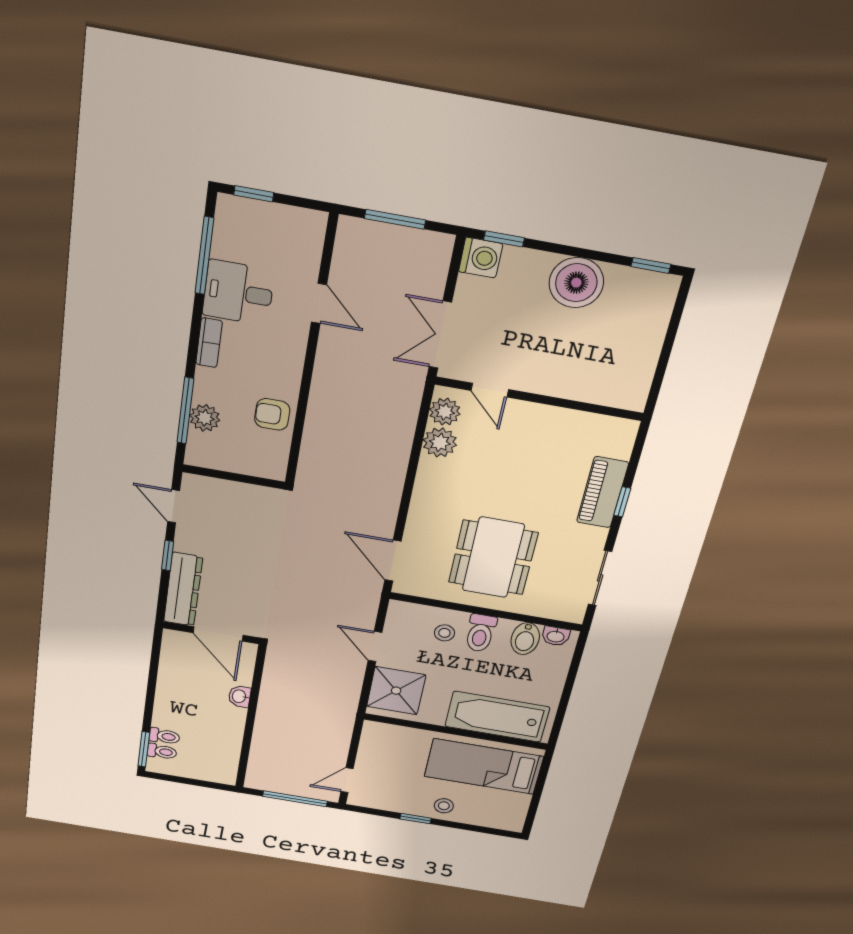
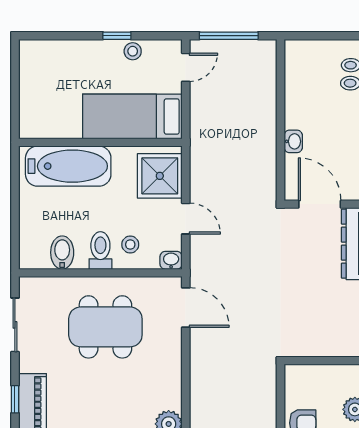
dining table: (493, 557) -> (105, 327), turned 90
washbasin: (556, 636) -> (171, 260), moved
bed: (484, 766) -> (132, 116), moved, turned 180
stool: (444, 806) -> (133, 51), moved

